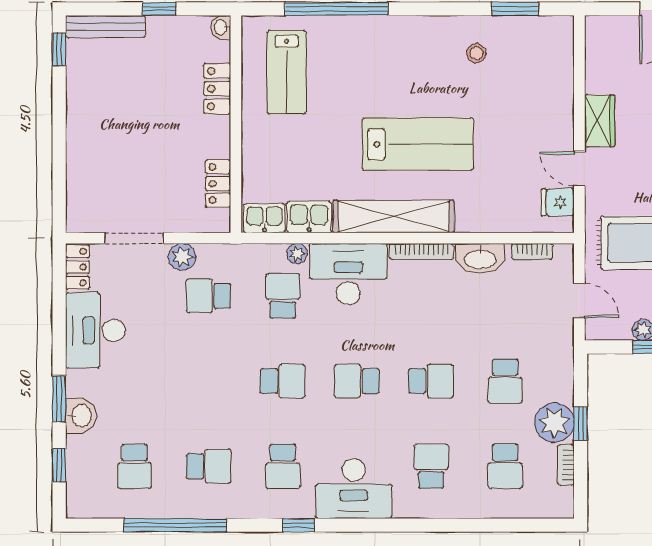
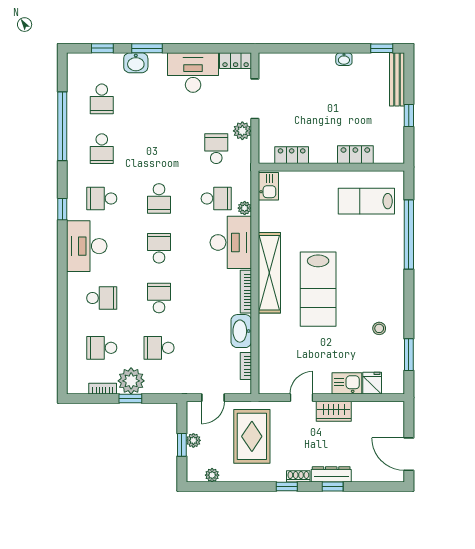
washbasin: (221, 27) -> (344, 59), moved, turned 180
fridge: (558, 202) -> (372, 383), moved
kitchen sink: (309, 217) -> (347, 383), moved, turned -90
school desk: (431, 381) -> (159, 298), turned 180
school desk: (134, 466) -> (102, 99), turned -90

